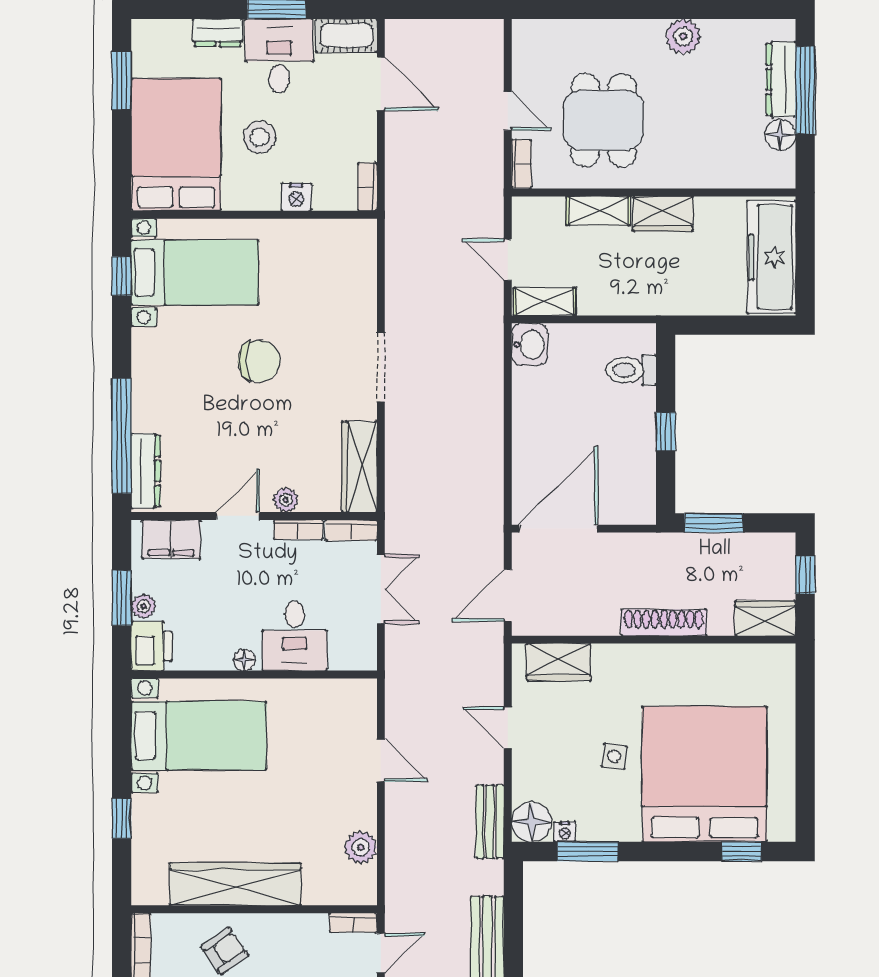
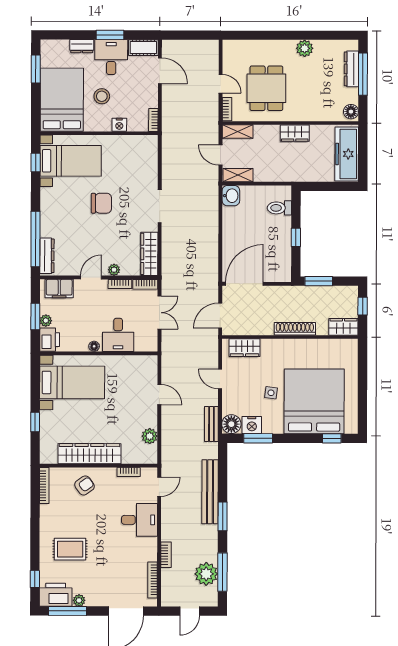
floor lamp: (780, 135) -> (351, 112), moved
shelving: (598, 211) -> (238, 132), moved
nightstand: (565, 832) -> (252, 425), width x1.89, depth x1.79
bookcase: (353, 923) -> (129, 472), moved

